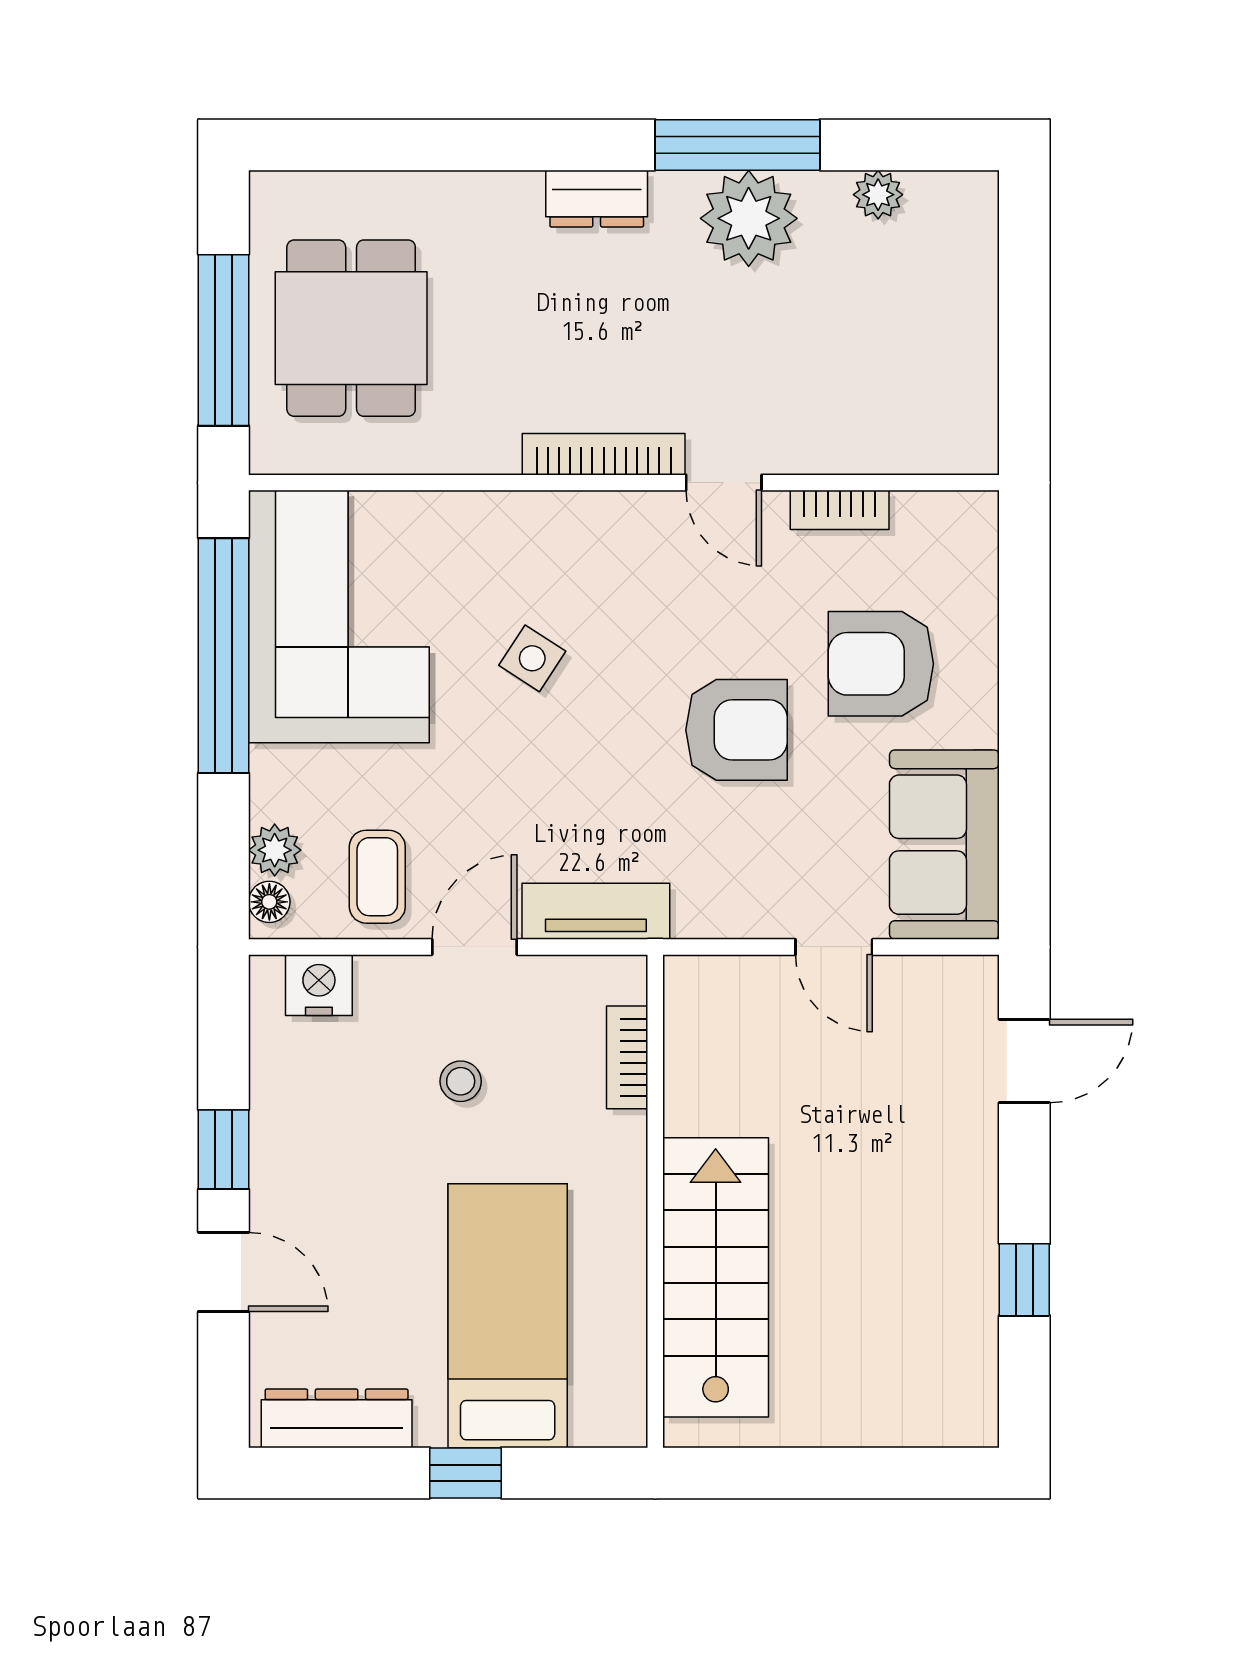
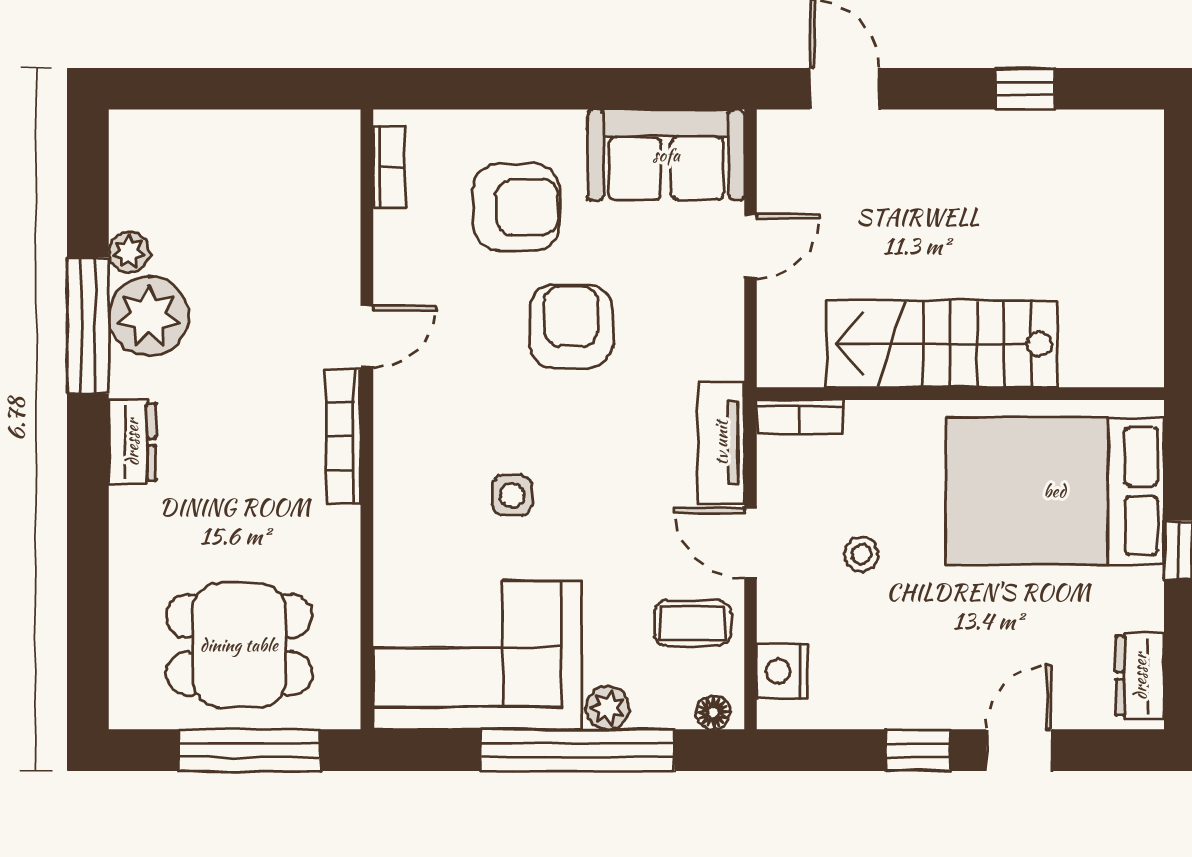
plant: (878, 195) -> (129, 252), moved
bookcase: (840, 510) -> (389, 167), moved
window: (223, 656) -> (578, 750), moved
side table: (532, 658) -> (512, 495), turned -33
armchair: (881, 664) -> (517, 207), turned -90
plant: (275, 850) -> (608, 708), moved
bookcase: (627, 1057) -> (799, 417), moved
stairs: (716, 1277) -> (942, 344), moved
bed: (508, 1316) -> (1055, 491), width x1.50
dresser: (337, 1418) -> (1140, 676), width x0.70

